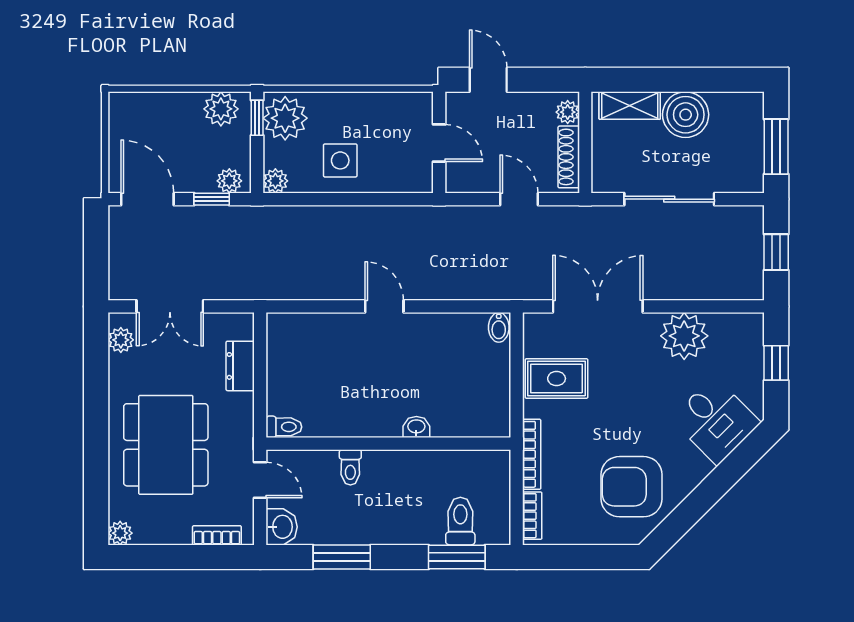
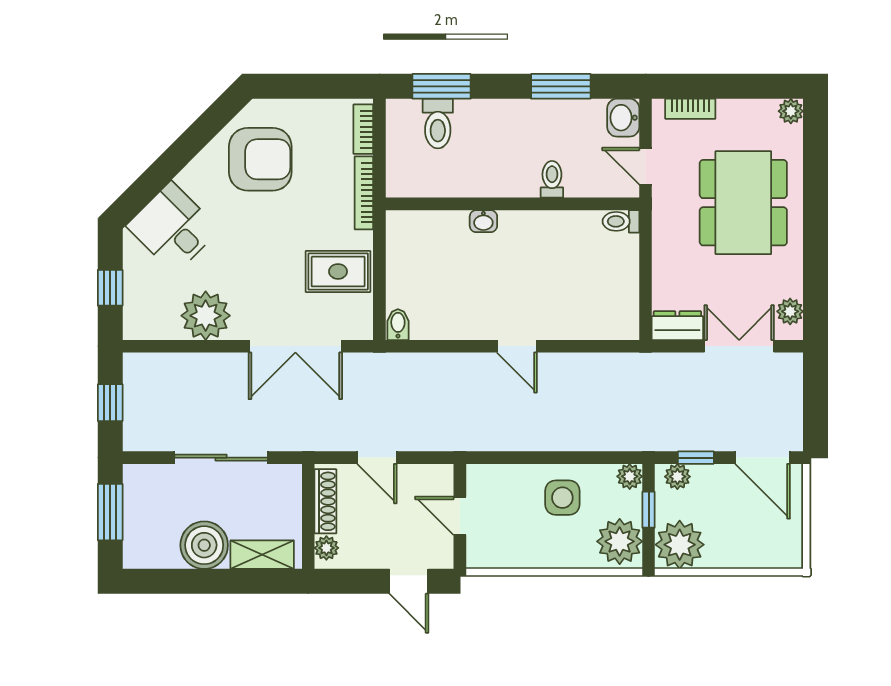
plant: (221, 109) -> (680, 545), width x1.36, depth x1.36
window: (257, 118) -> (649, 510), moved
dresser: (240, 366) -> (677, 326), moved, turned -90

